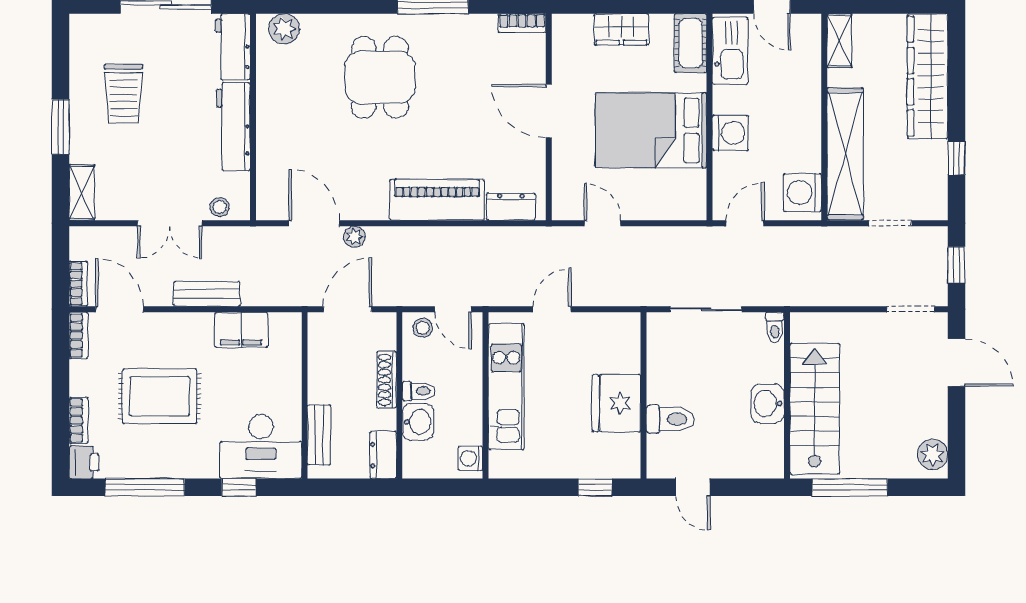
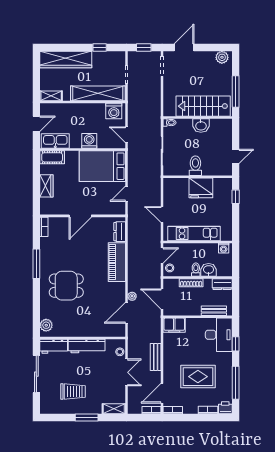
bed: (651, 130) -> (102, 166), moved, turned 90
filing cabinet: (241, 330) -> (174, 325), moved, turned 90
rug: (160, 396) -> (198, 377), turned 90
toilet: (670, 419) -> (195, 166), moved

